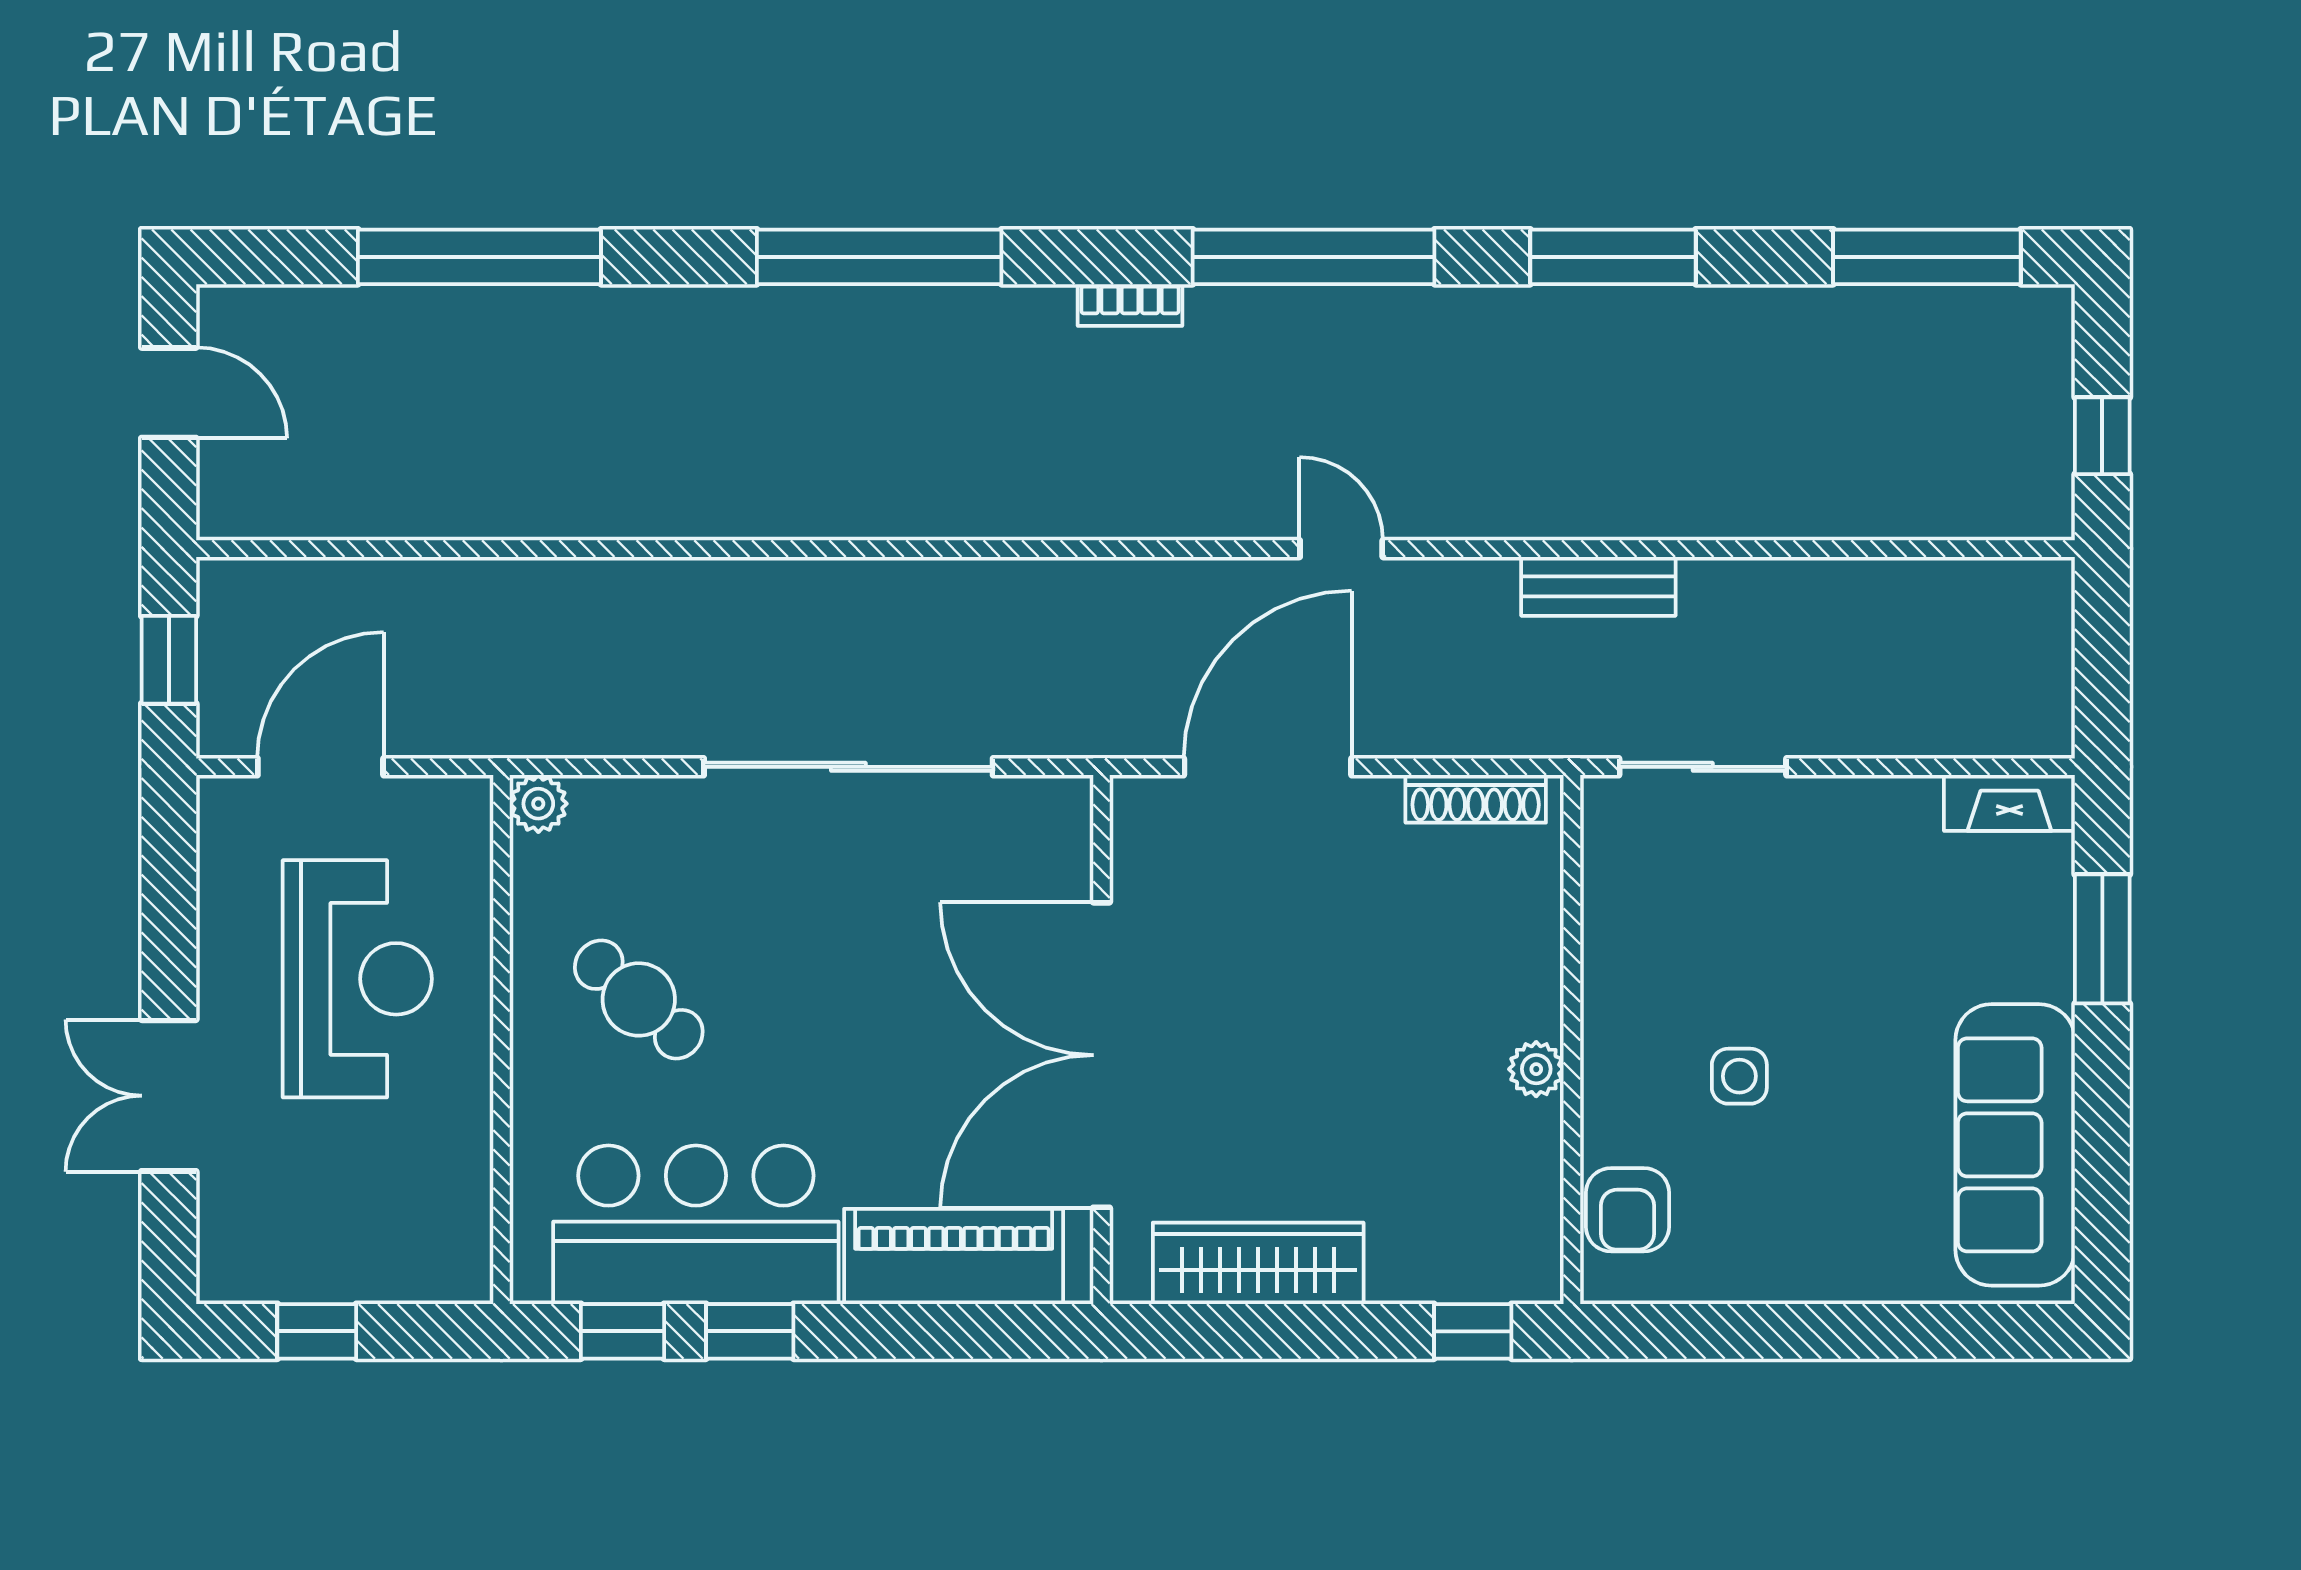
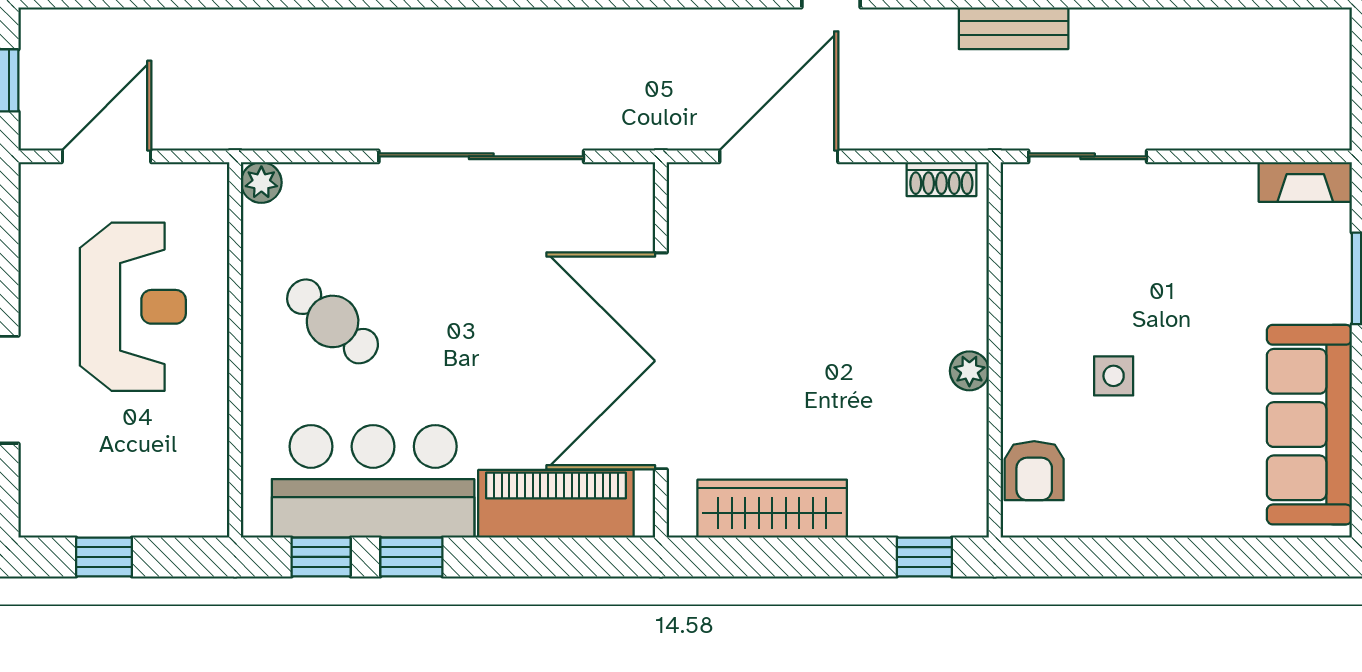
shoe rack: (1476, 799) -> (941, 179), width x0.70

